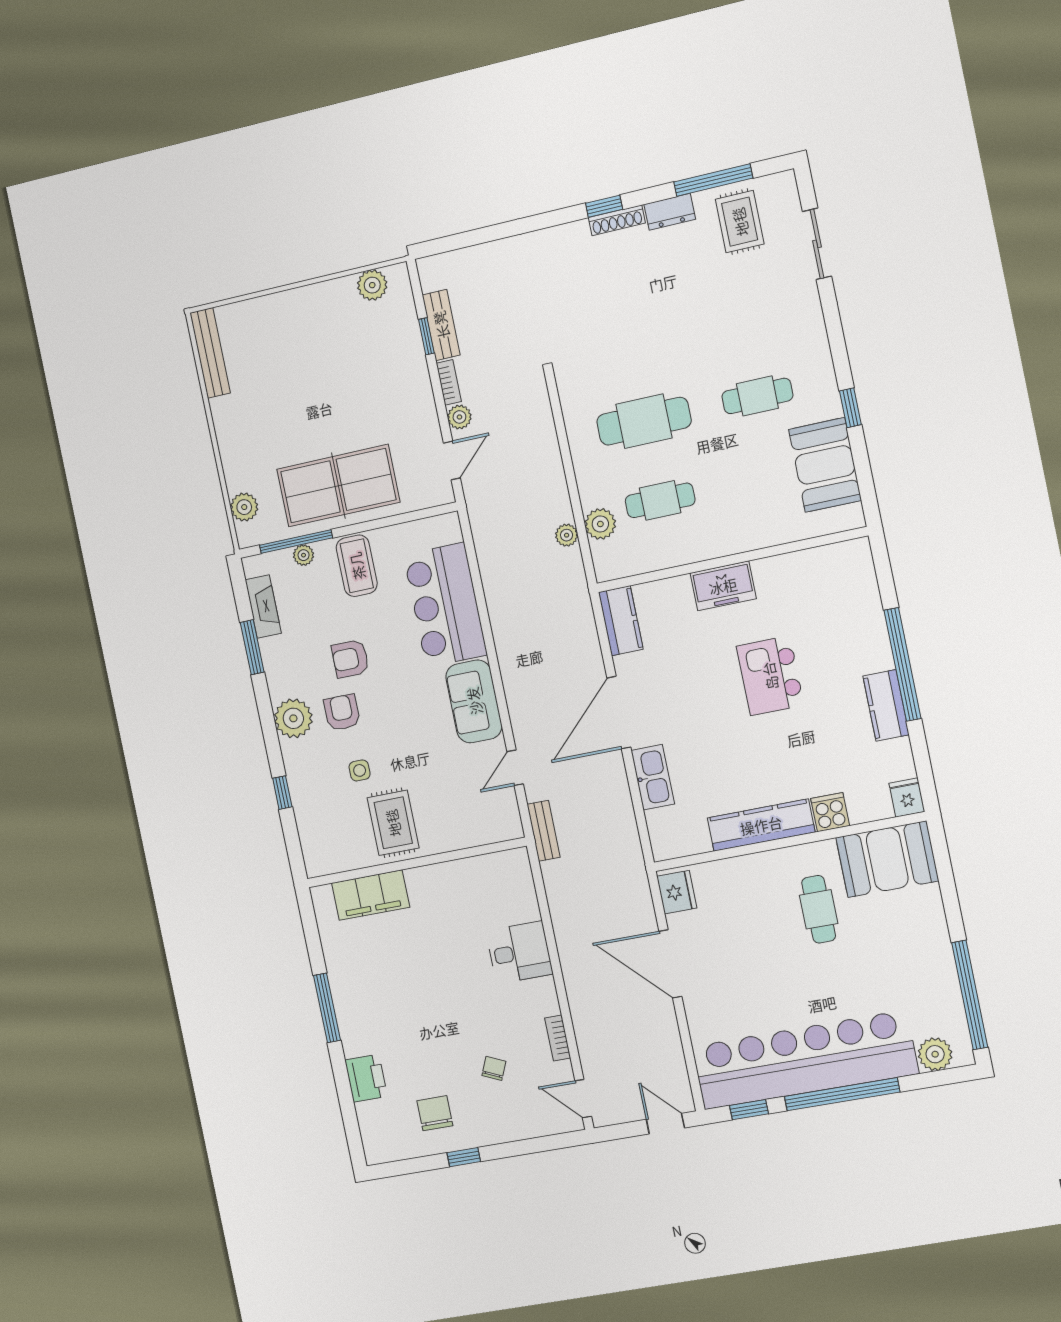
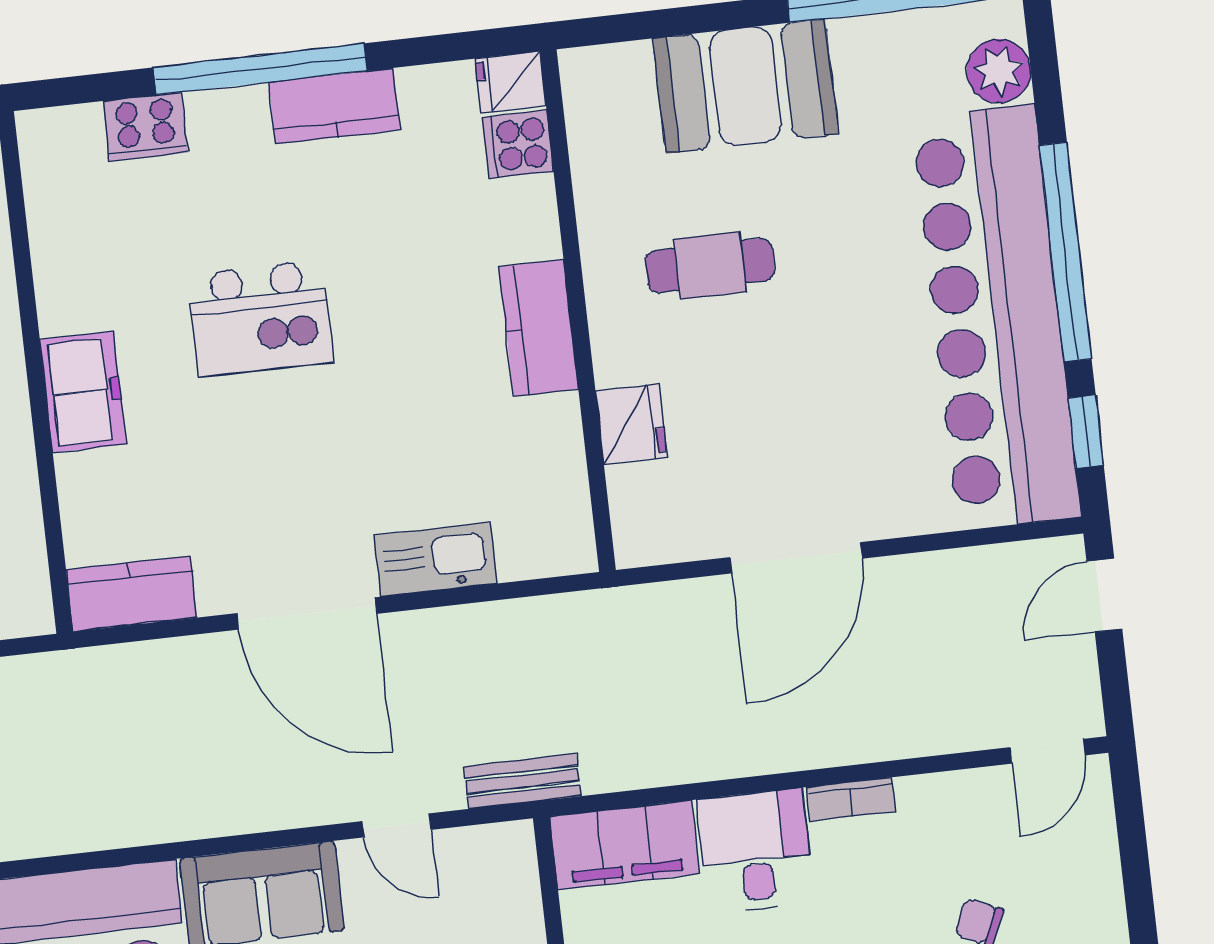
cooker: (866, 606) -> (145, 127), added
cooker: (830, 812) -> (518, 144), moved
kitchen counter: (761, 825) -> (539, 328), width x0.67
booth: (887, 859) -> (745, 86), moved, turned 90
filing cabinet: (516, 885) -> (625, 845), added
fridge: (677, 892) -> (631, 424), moved, turned 90
bookcase: (558, 1038) -> (851, 799), moved

